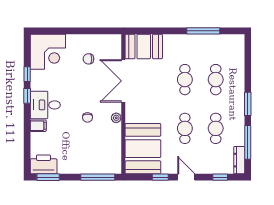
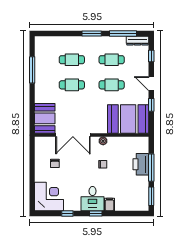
window: (27, 96) -> (96, 213), moved
printer: (44, 164) -> (141, 164), moved
window: (98, 177) -> (151, 168), moved
door: (186, 177) -> (151, 84), hinge flipped

